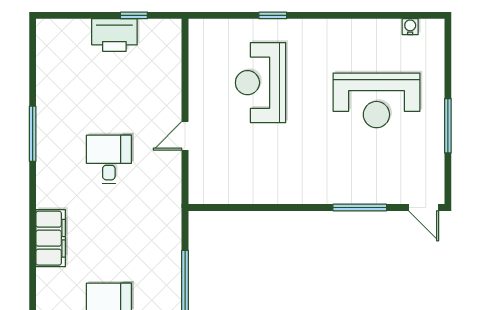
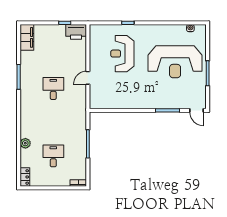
printer: (114, 35) -> (76, 32), moved
reception desk: (376, 100) -> (175, 62), width x1.36, depth x1.30
filing cabinet: (51, 238) -> (27, 37), moved
plant: (47, 280) -> (25, 143), added

